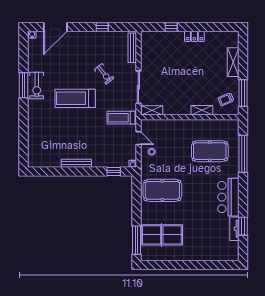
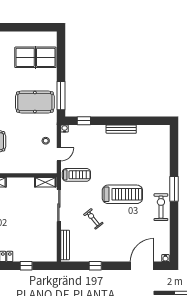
window: (24, 85) -> (174, 189), moved
door: (138, 138) -> (59, 154), swing flipped
window: (136, 240) -> (61, 96), moved

